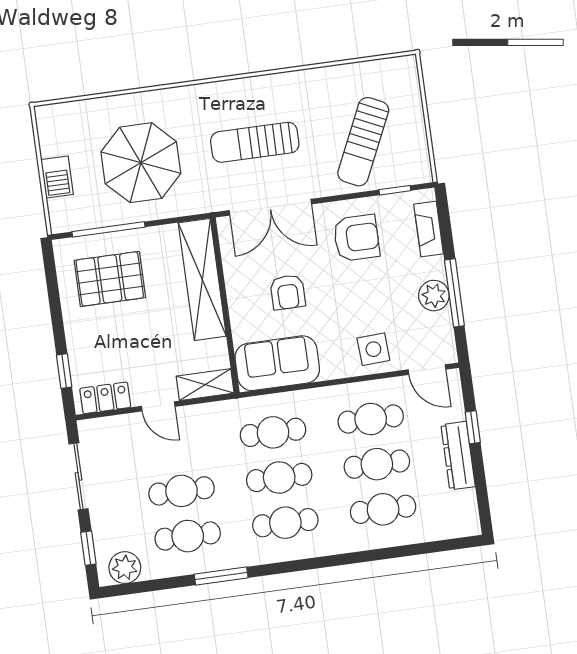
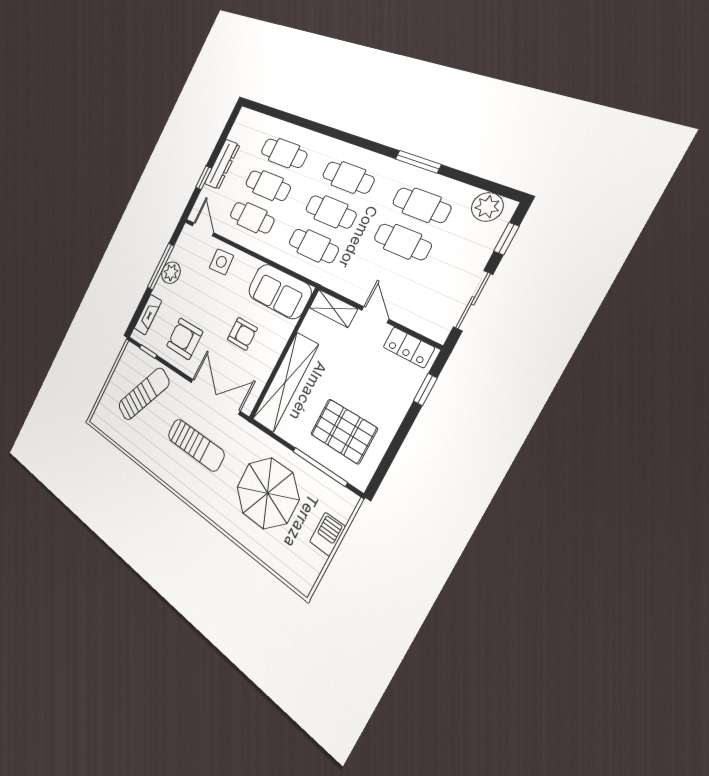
armchair: (288, 292) -> (242, 334), turned 90

